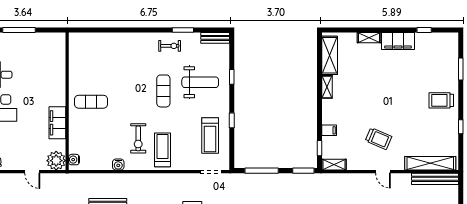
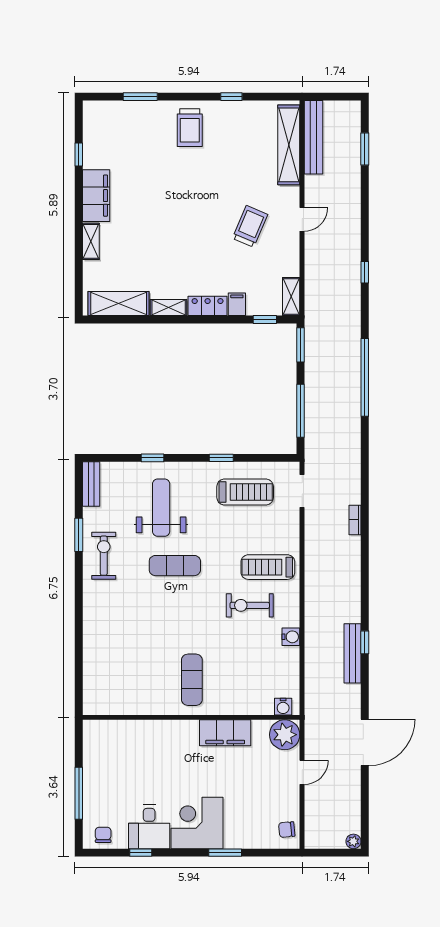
exercise bike: (170, 46) -> (104, 556), width x1.38, depth x1.39
locker: (328, 112) -> (208, 306), added
exercise bike: (138, 138) -> (250, 605), turned 180

